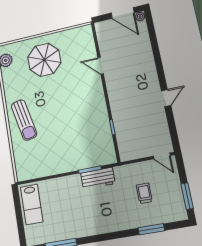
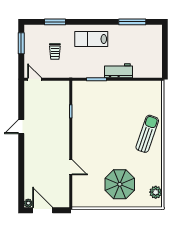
sun lounger: (24, 120) -> (147, 134), turned 31
workbench: (98, 178) -> (118, 71), moved
lab bench: (32, 204) -> (91, 39), moved, turned -90

